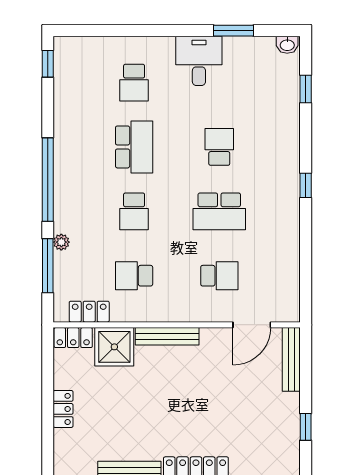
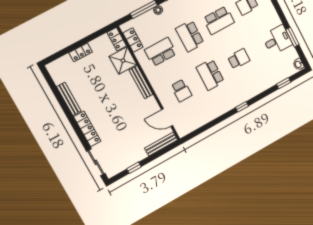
desk: (199, 61) -> (277, 40), moved
school desk: (134, 211) -> (190, 36), width x1.85
school desk: (134, 276) -> (161, 52), width x1.85

